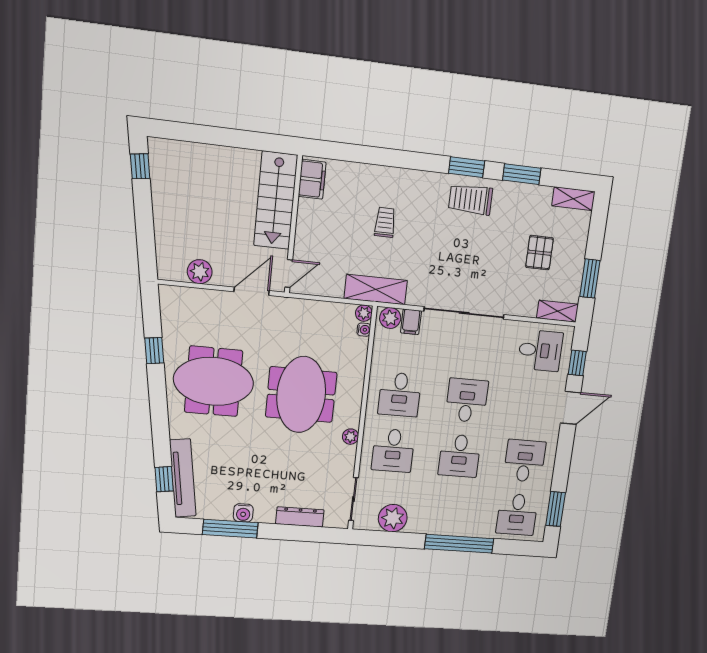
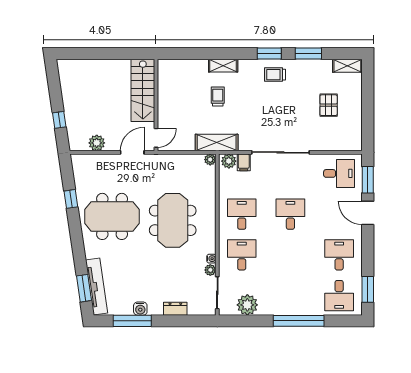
window: (140, 166) -> (59, 120), moved
filing cabinet: (312, 179) -> (166, 74), removed
trolley: (471, 199) -> (275, 75), width x0.73, depth x0.72
window: (590, 279) -> (368, 119), removed
shelving: (558, 311) -> (223, 66), moved
water cooler: (364, 330) -> (211, 259), moved
window: (577, 363) -> (368, 180), width x1.50
desk: (400, 394) -> (242, 214), turned 180
door: (571, 408) -> (368, 213), swing flipped
plant: (350, 437) -> (210, 270), moved
desk: (393, 450) -> (242, 255), turned 180
desk: (460, 456) -> (290, 255), removed
window: (164, 479) -> (84, 288), width x1.50
dresser: (300, 517) -> (175, 309), width x0.70

